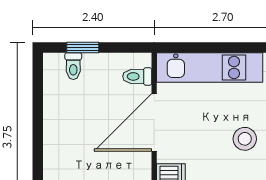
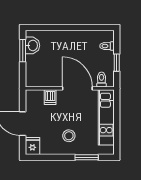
window: (83, 48) -> (117, 63), moved

